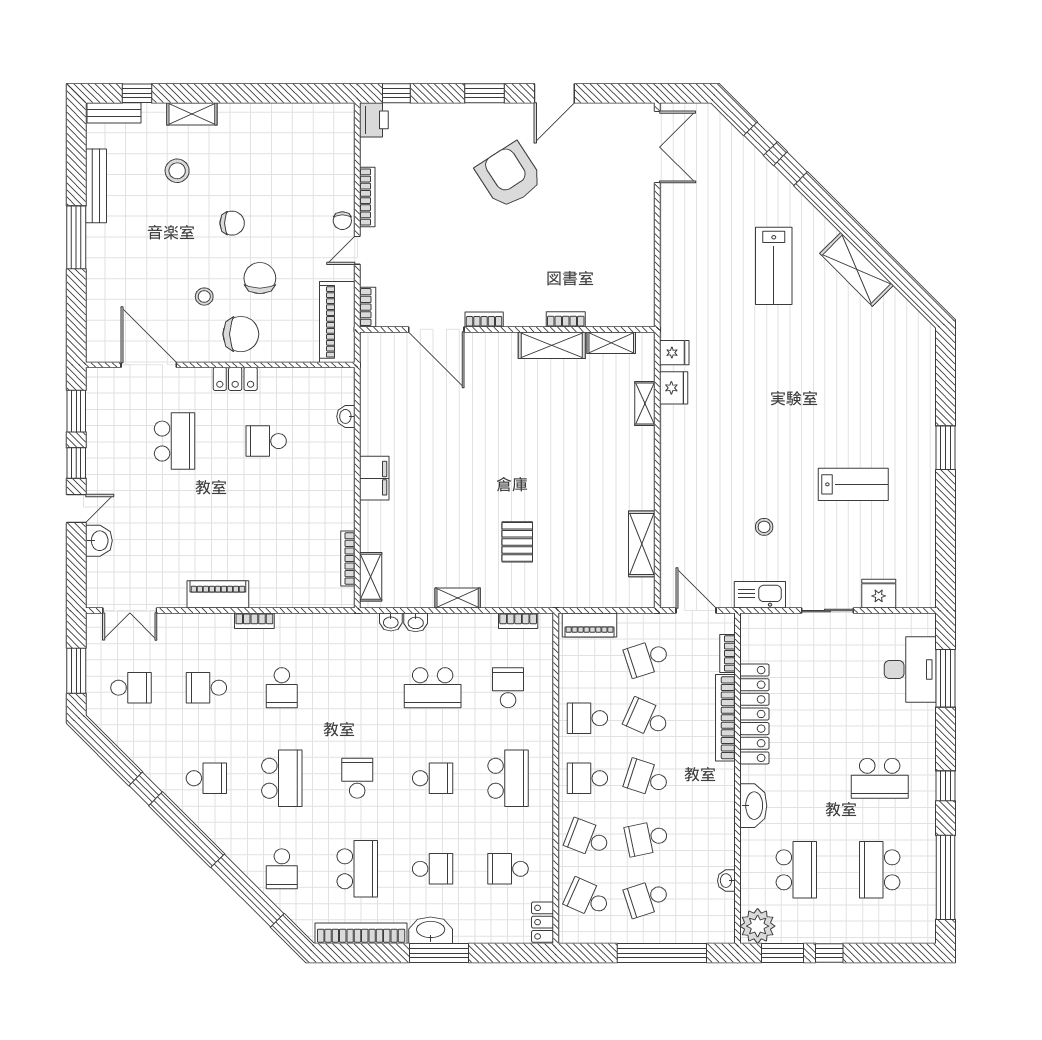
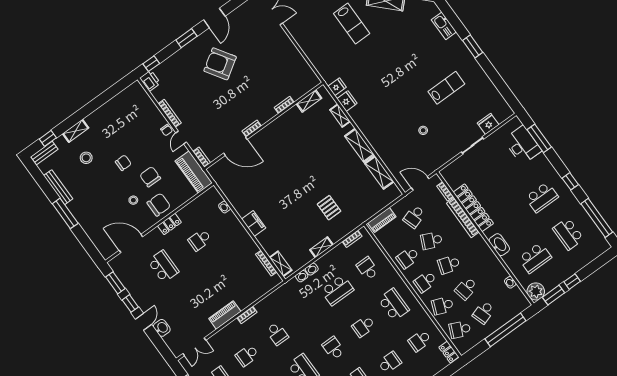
shelving: (552, 345) -> (359, 145), moved, turned 90
kitchen sink: (760, 595) -> (444, 26), moved, turned -90
school desk: (433, 778) -> (363, 326), turned 180
school desk: (796, 870) -> (535, 258), turned 90

